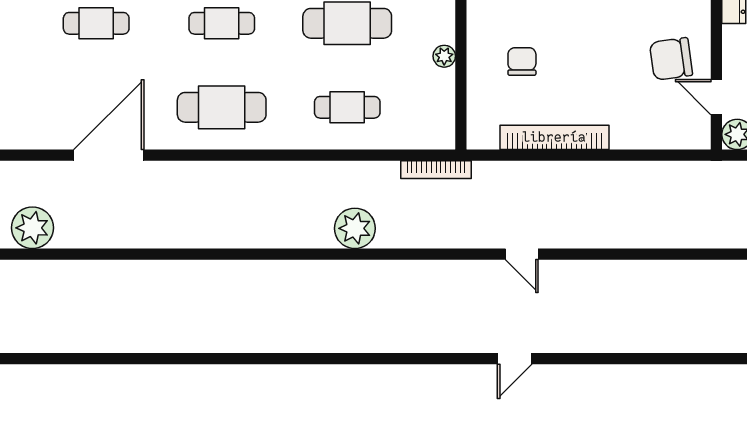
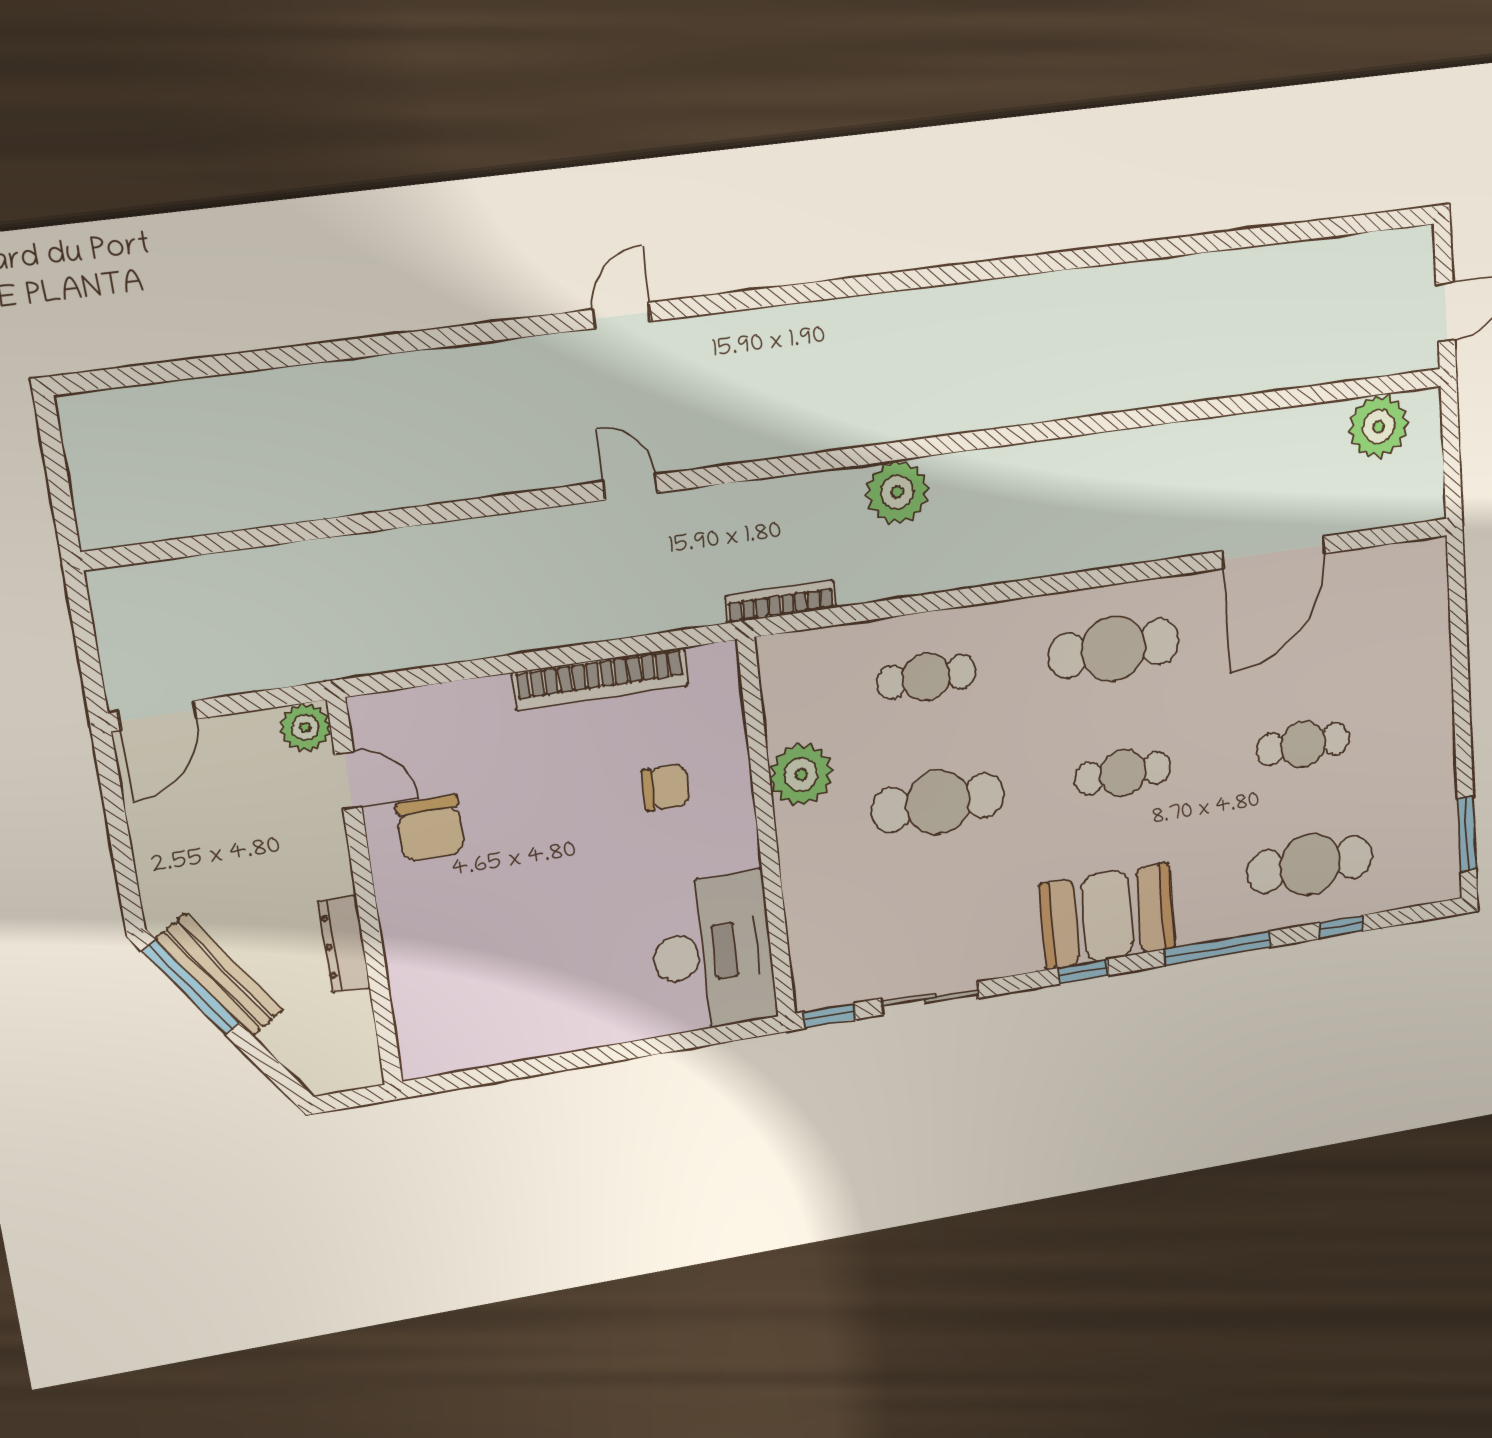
plant: (444, 56) -> (801, 775), width x1.88, depth x1.88
chair: (671, 59) -> (430, 828), turned 98
chair: (522, 61) -> (666, 788), turned -90

